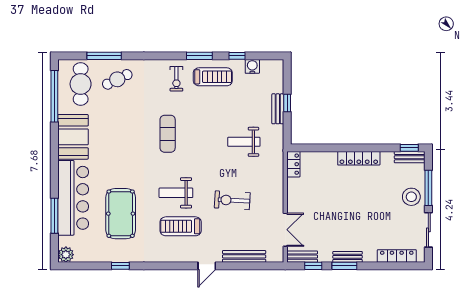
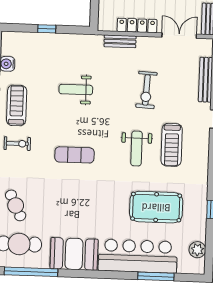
bench: (278, 109) -> (120, 41), moved
weight bench: (244, 142) -> (76, 90), moved, turned 90
locker: (293, 164) -> (137, 26), moved, width x1.53
plant: (66, 255) -> (197, 250), moved

